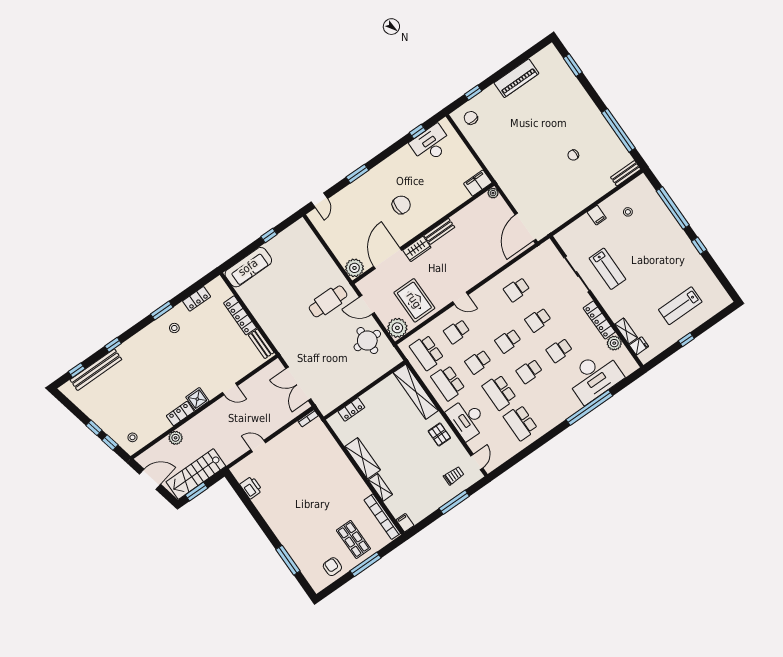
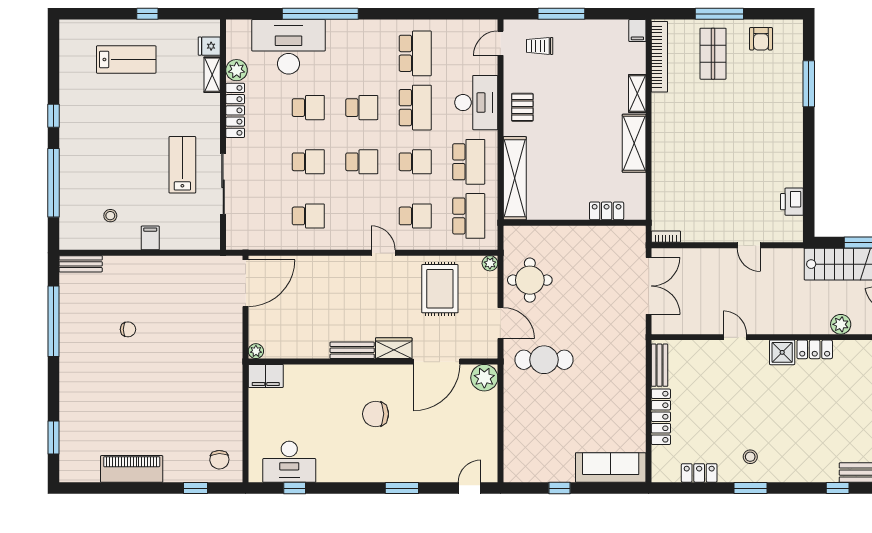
plant: (397, 328) -> (490, 263), width x0.53, depth x0.53

